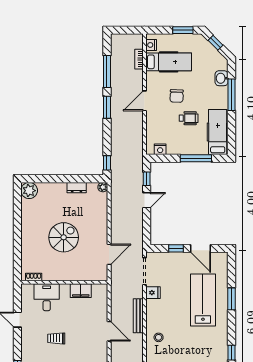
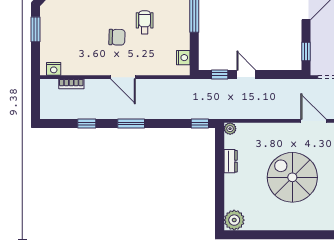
hospital bed: (169, 62) -> (75, 47), removed
window: (107, 72) -> (87, 124), width x0.46
spiral stairs: (64, 237) -> (292, 177), width x1.37, depth x1.37
window: (176, 248) -> (306, 52), moved

